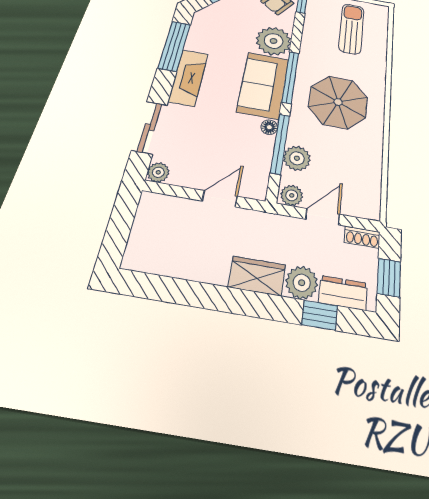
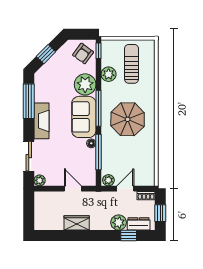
plant: (297, 158) -> (109, 74), moved
door: (220, 199) -> (73, 189), hinge flipped
wardrobe: (257, 276) -> (77, 223), moved

